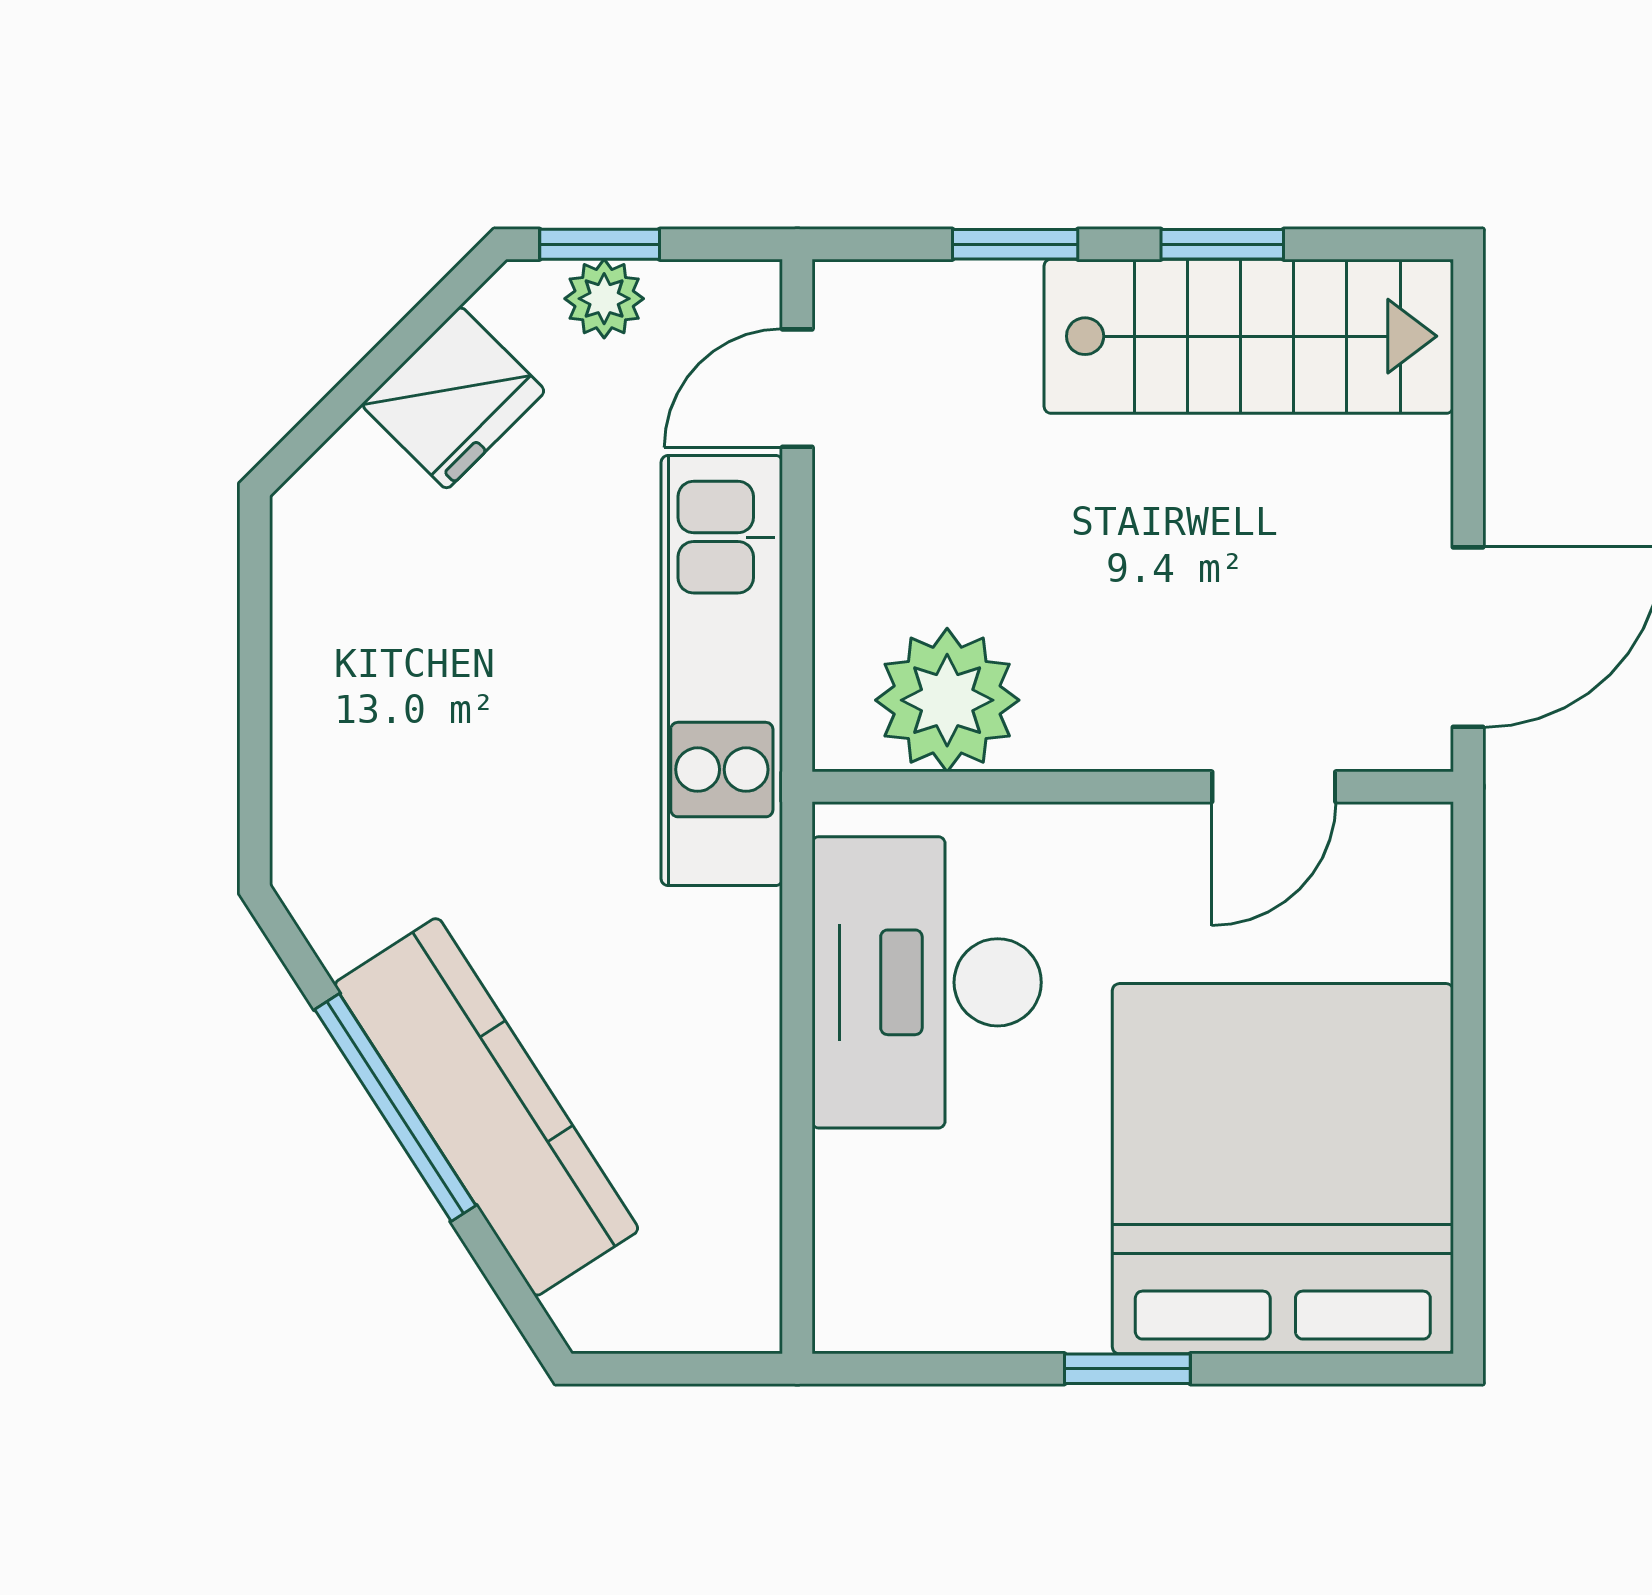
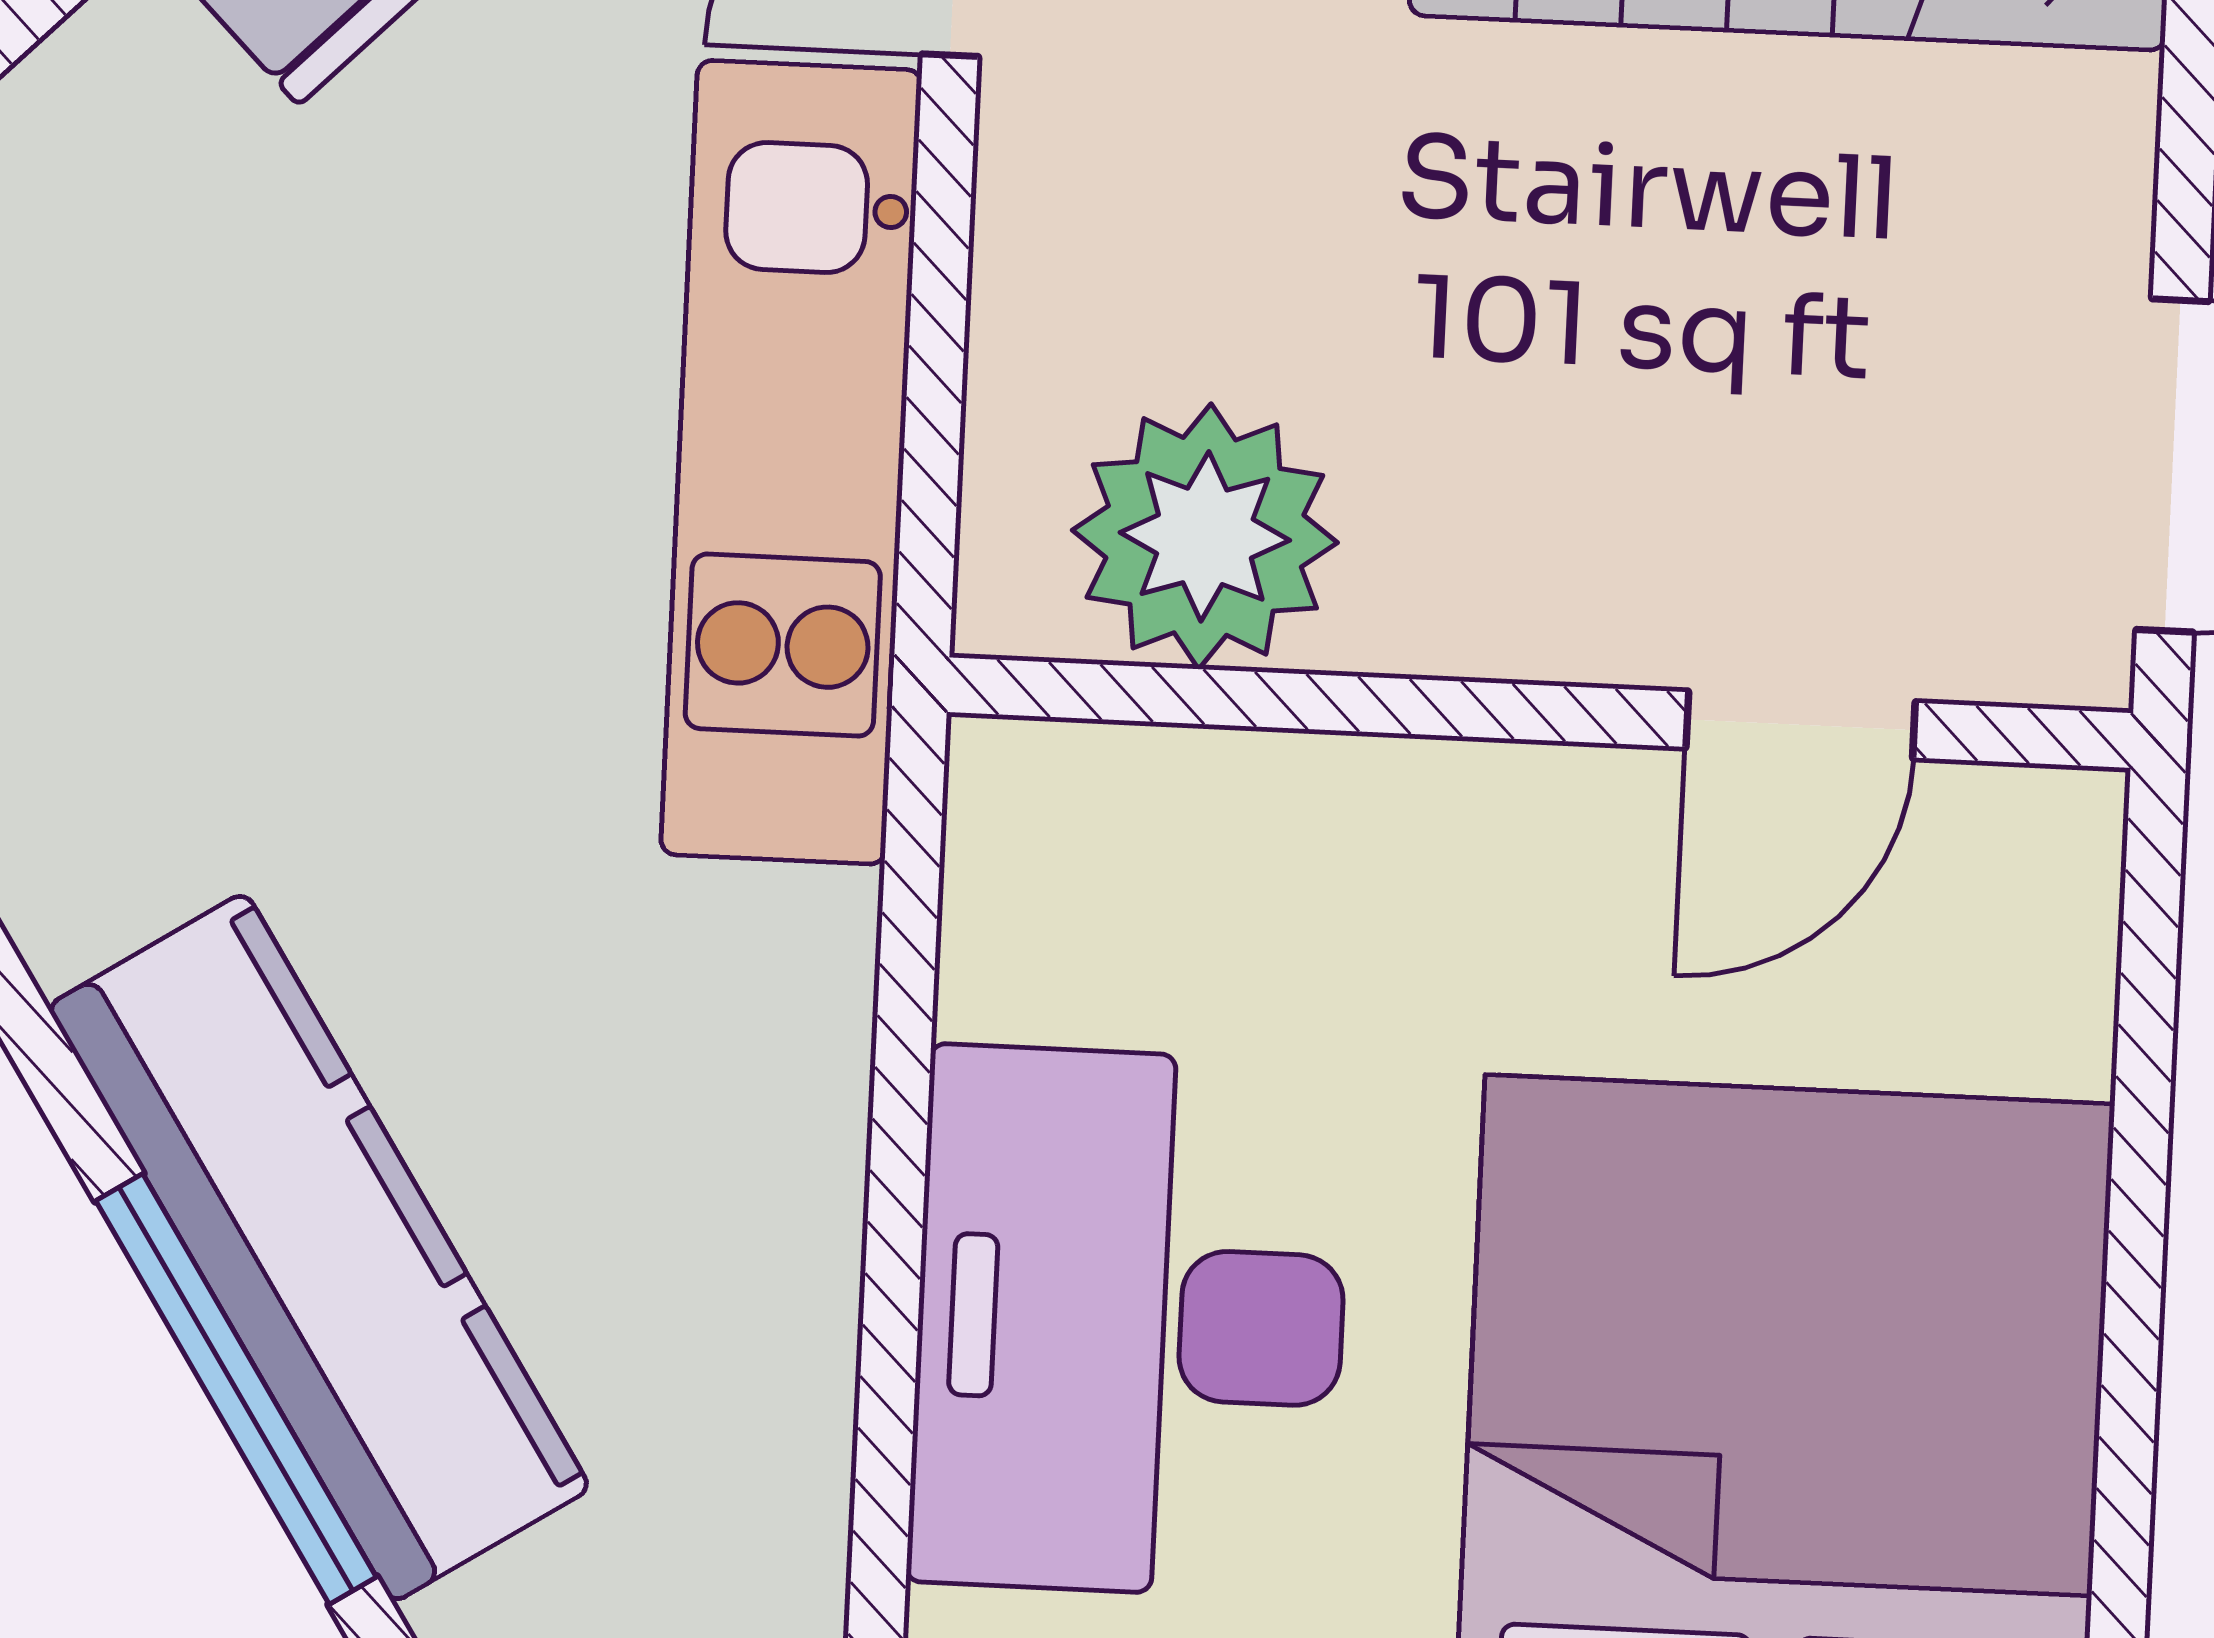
desk: (927, 982) -> (1130, 1322), moved
window: (395, 1108) -> (236, 1389), moved

